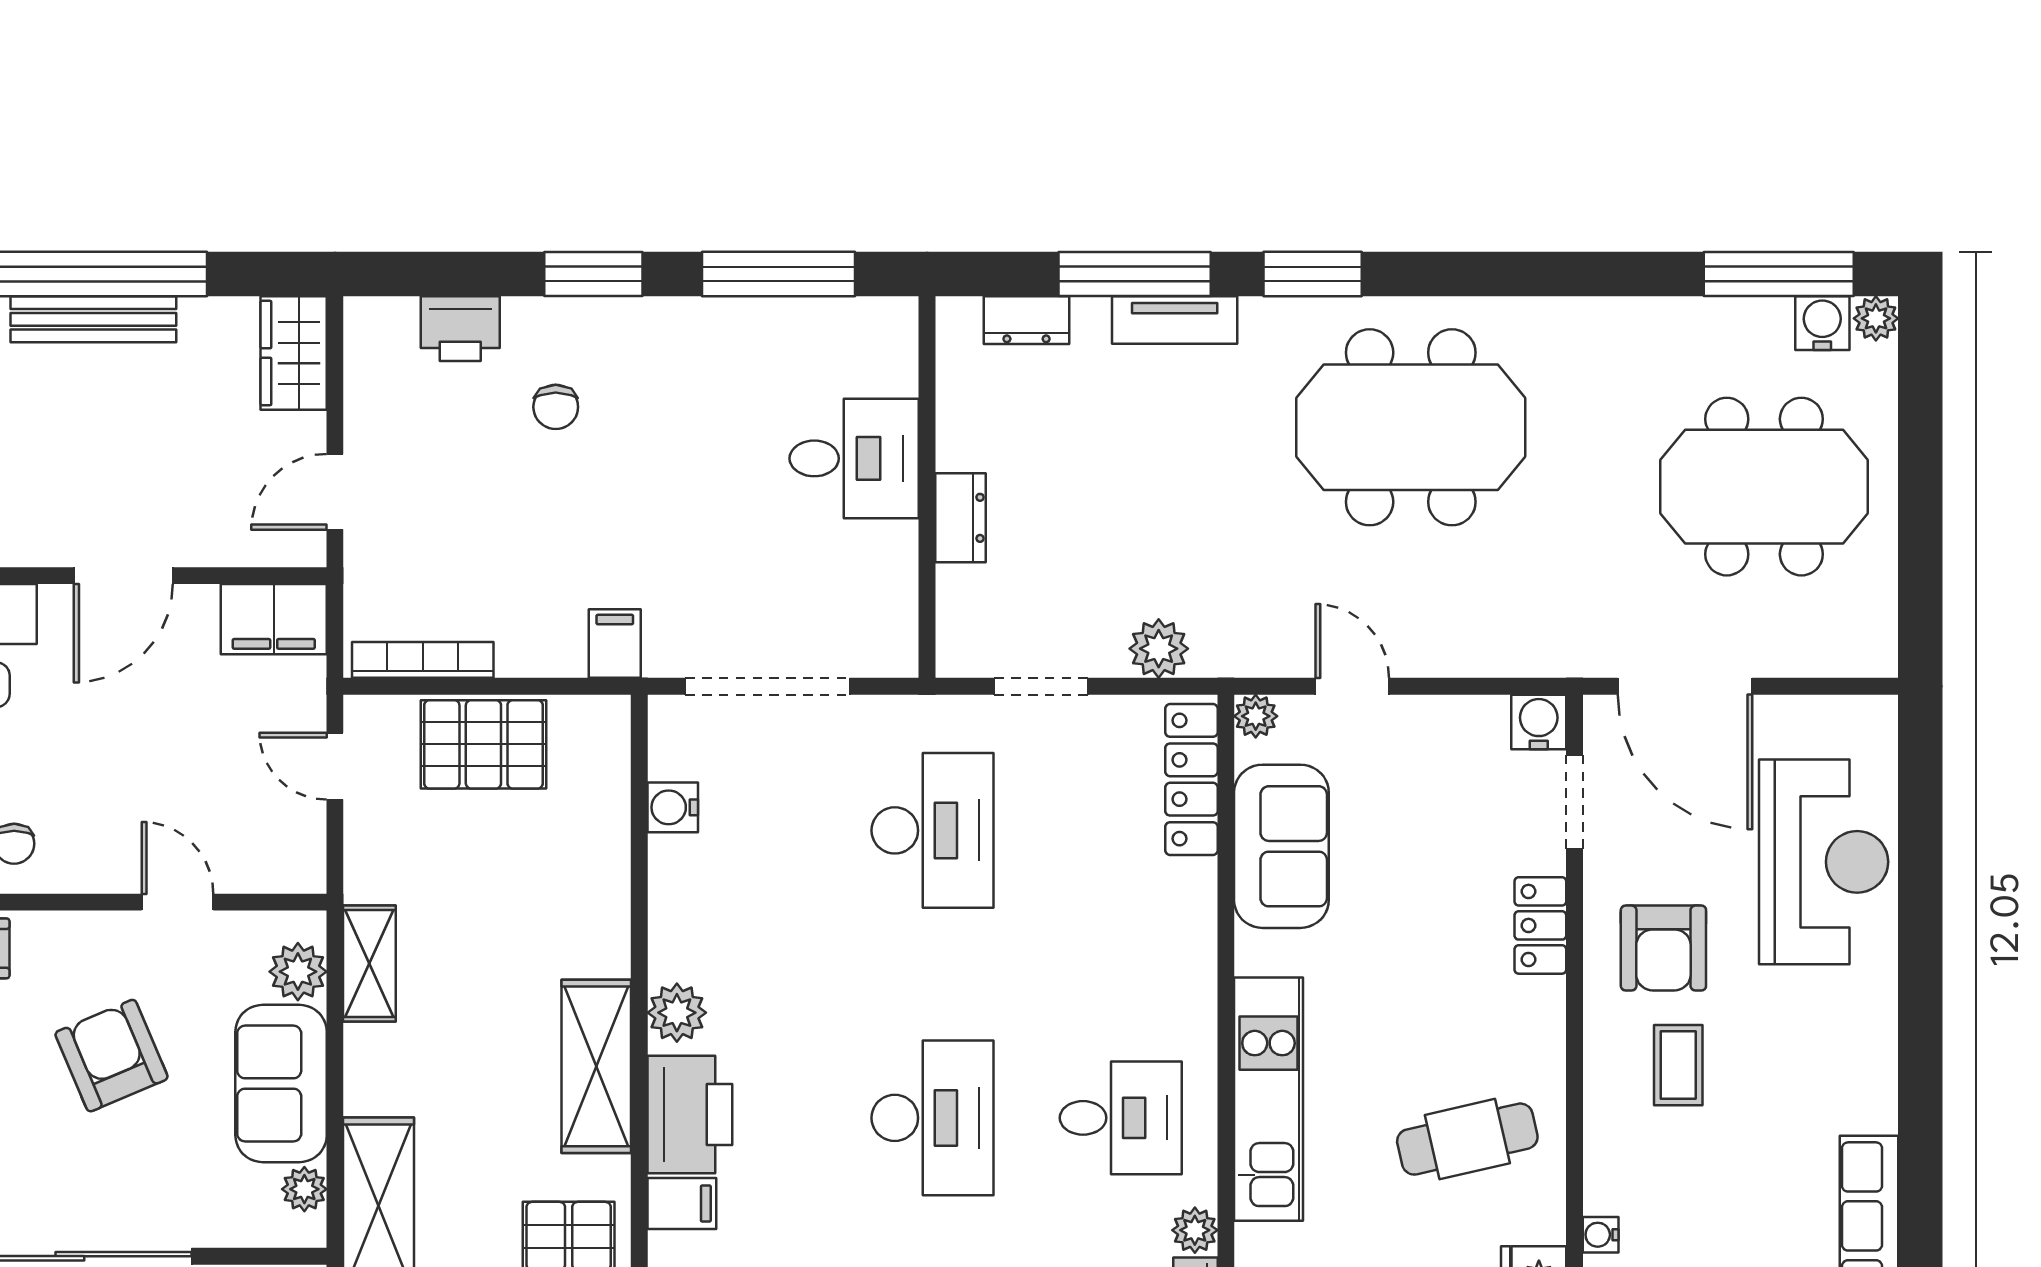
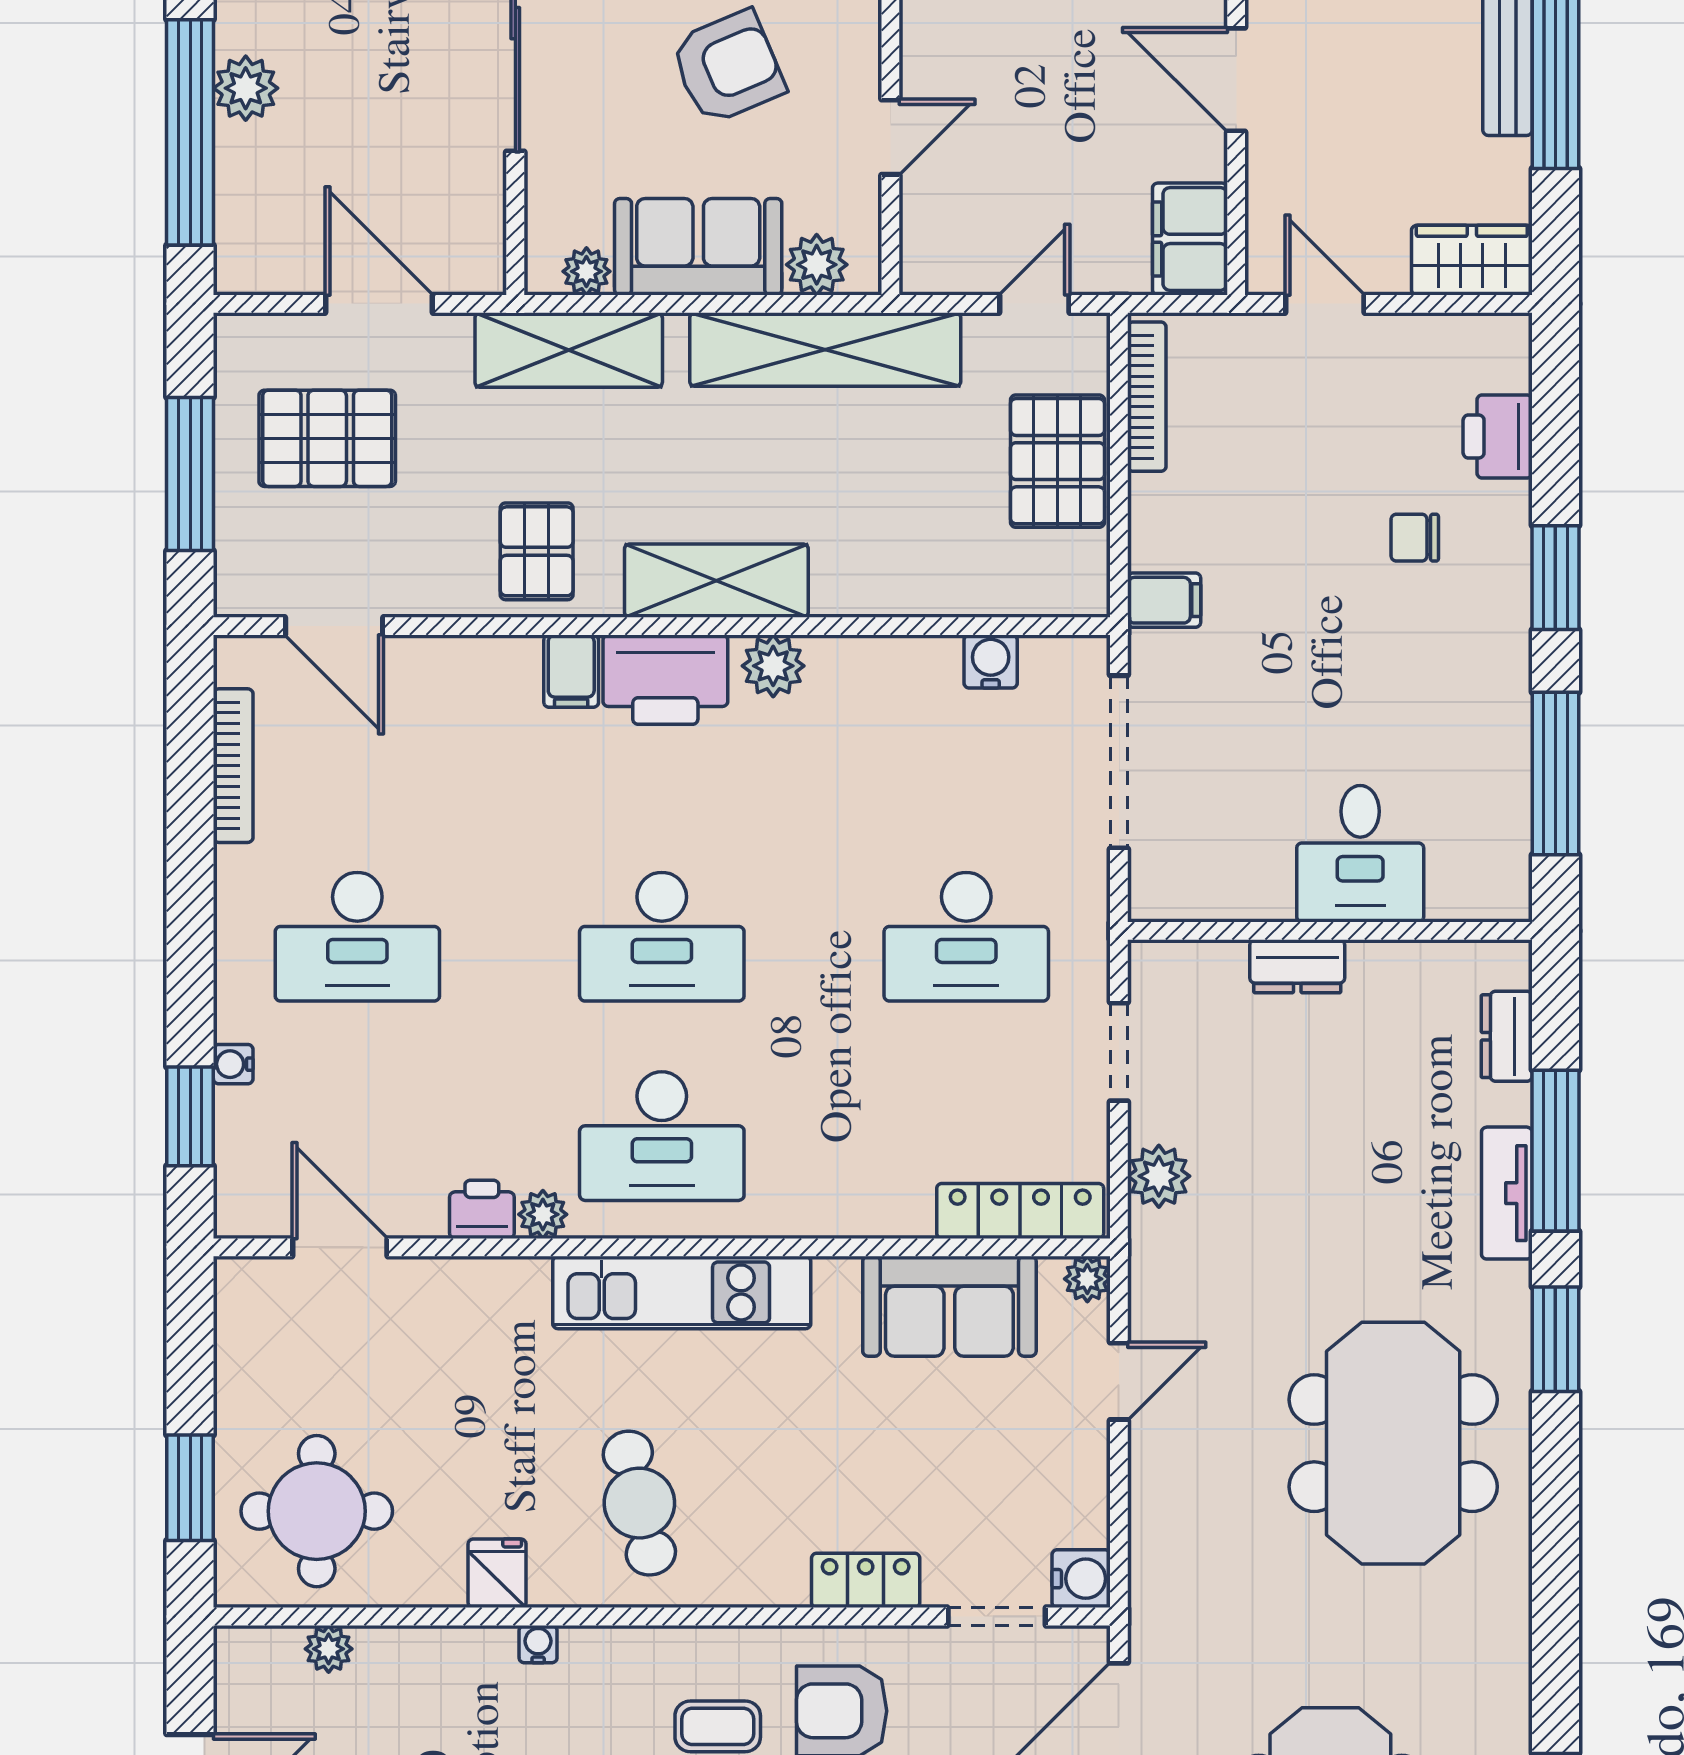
shelving: (369, 964) -> (825, 350), width x2.20, depth x1.33
desk: (1121, 1118) -> (662, 1136), width x1.37

